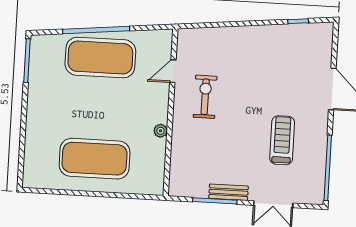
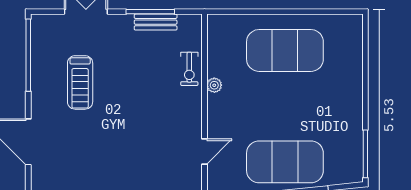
exercise bike: (205, 97) -> (189, 69), moved, width x0.73, depth x0.72
bench: (229, 192) -> (156, 22), moved

